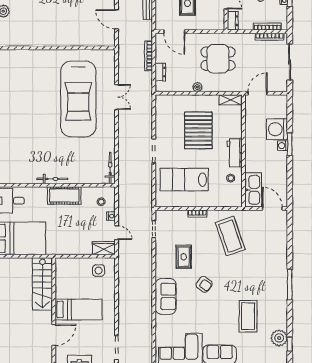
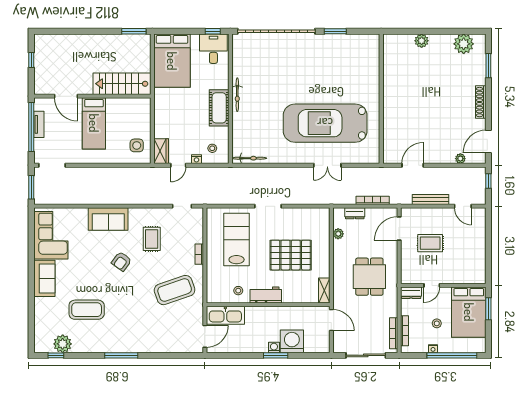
plant: (197, 87) -> (338, 234), moved
rug: (184, 257) -> (152, 239), turned 90

